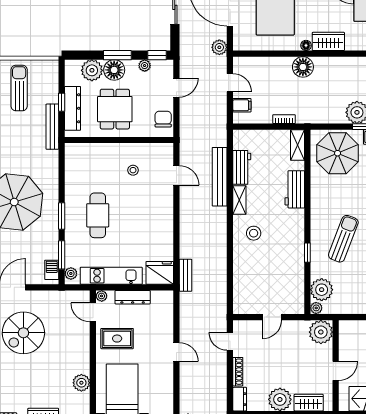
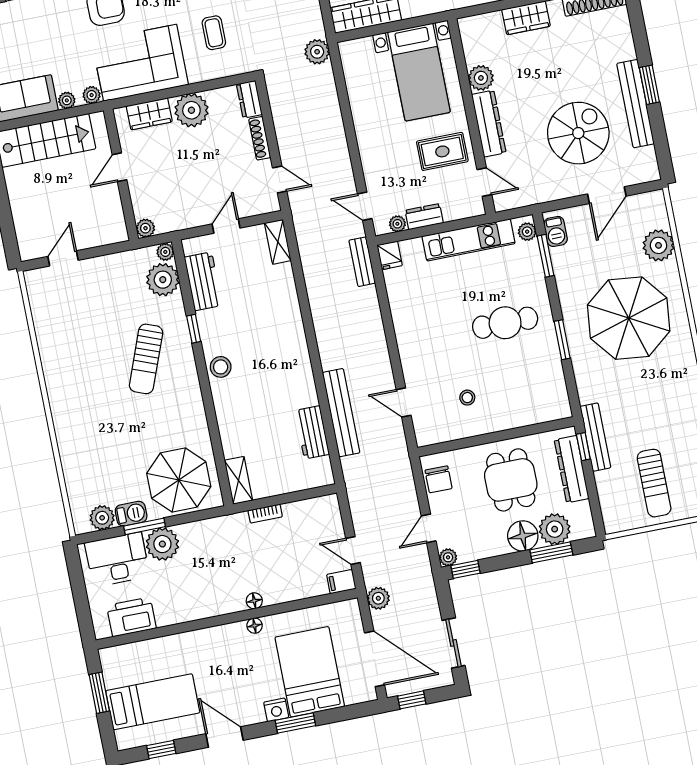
wardrobe: (328, 41) -> (224, 638), removed
window: (117, 55) -> (551, 552), moved
plant: (145, 66) -> (448, 557), moved
floor lamp: (303, 67) -> (254, 601), width x0.53, depth x0.53
window: (62, 102) -> (583, 447), moved
filing cabinet: (242, 105) -> (341, 582), moved
workbench: (295, 189) -> (203, 281), moved
shelving: (239, 200) -> (278, 242), moved
cafe table: (98, 215) -> (505, 323), turned 90
window: (62, 216) -> (562, 340), moved
stool: (254, 233) -> (221, 367), moved
fridge: (160, 273) -> (390, 255), width x0.53, depth x0.75
plant: (102, 296) -> (397, 224), moved
dresser: (133, 297) -> (424, 217), width x0.70
plant: (321, 332) -> (145, 228), width x0.53, depth x0.53
dresser: (82, 351) -> (489, 124), added
door: (176, 352) -> (365, 206), moved

